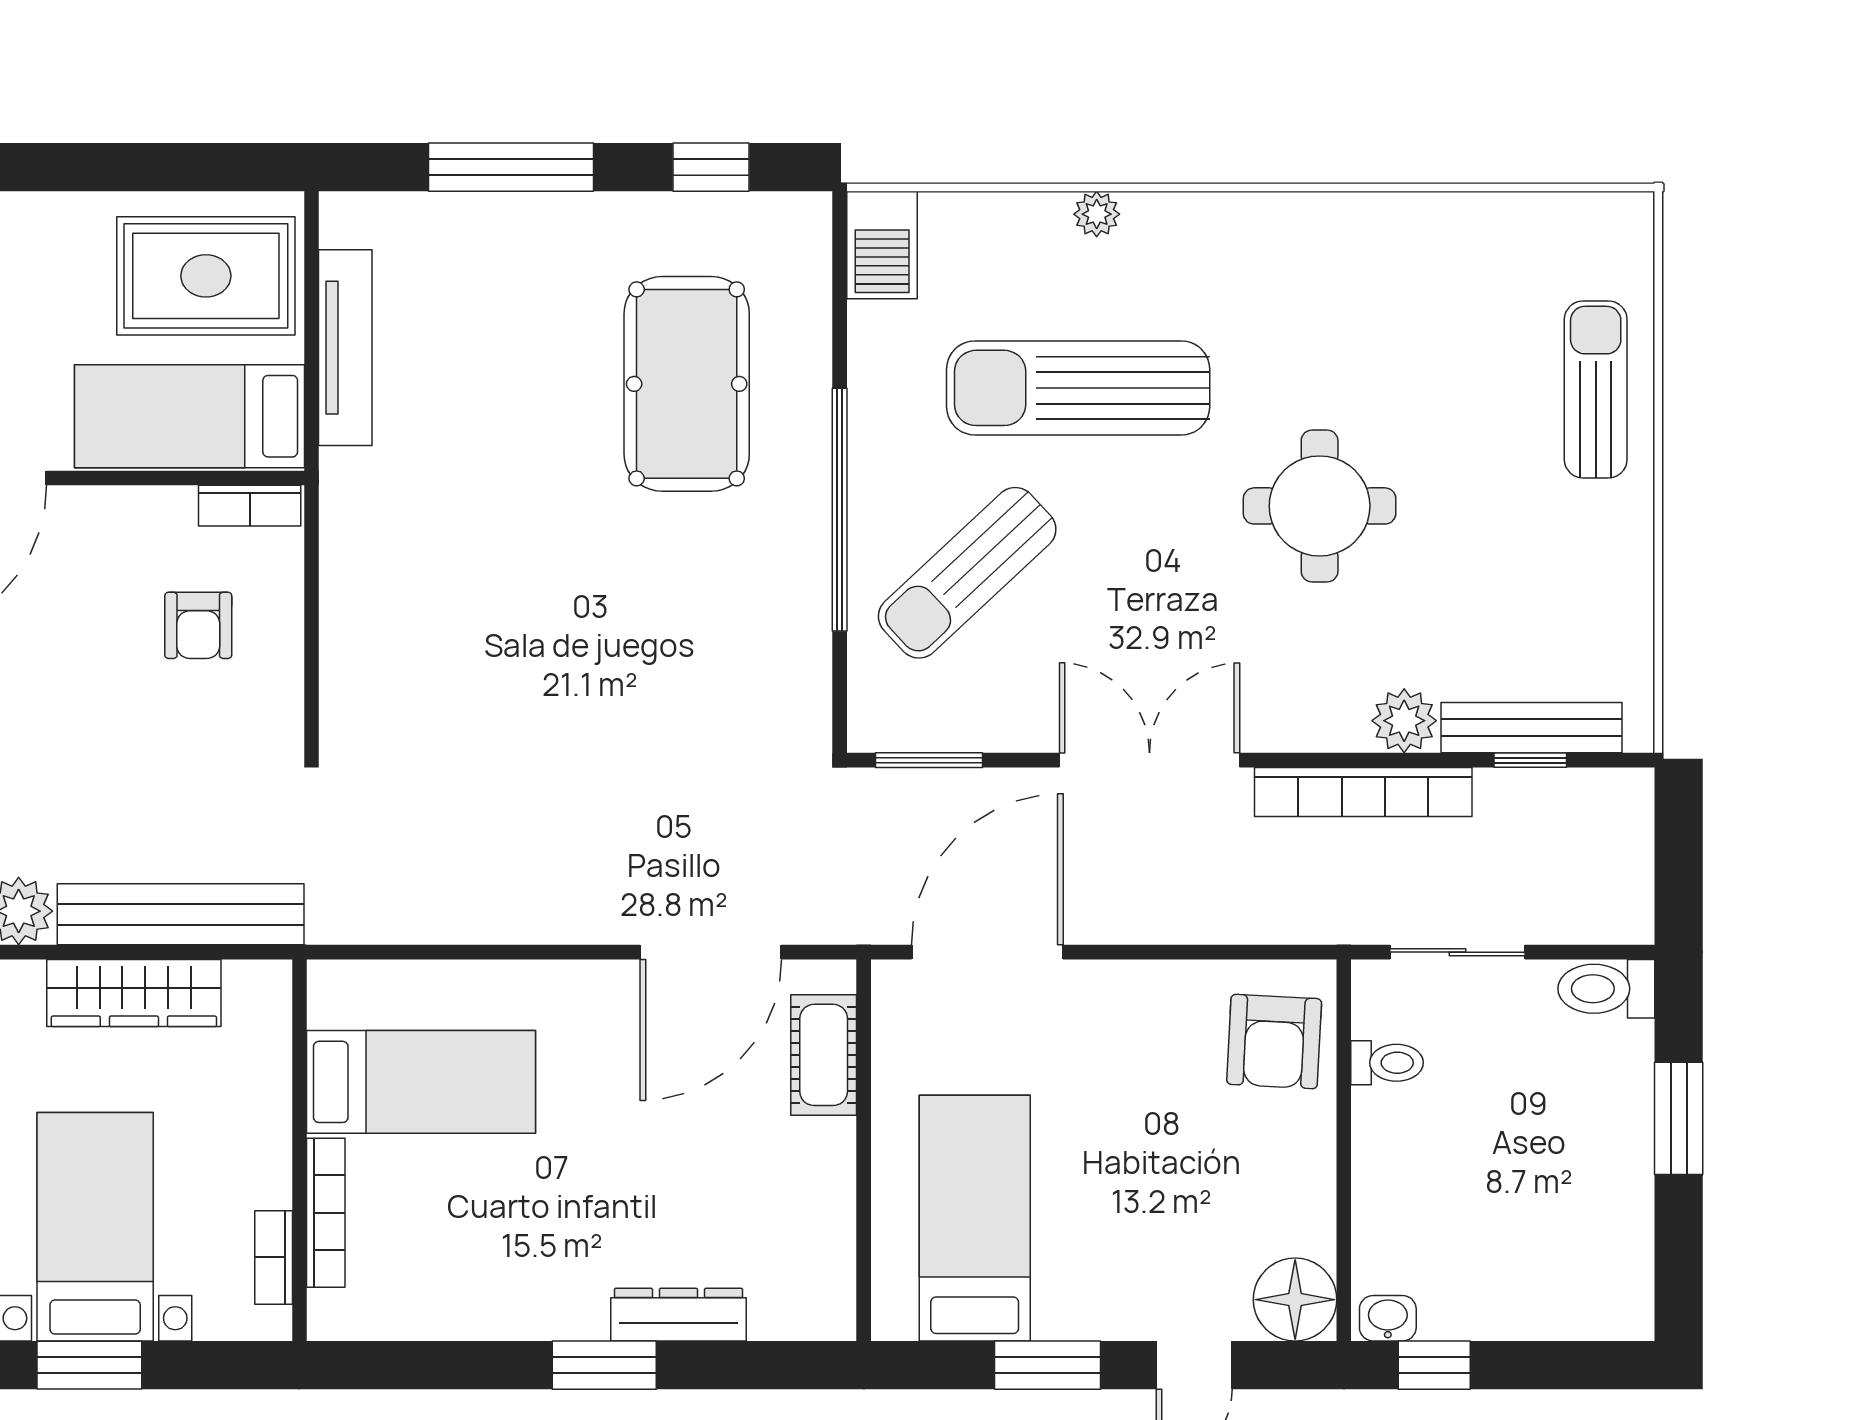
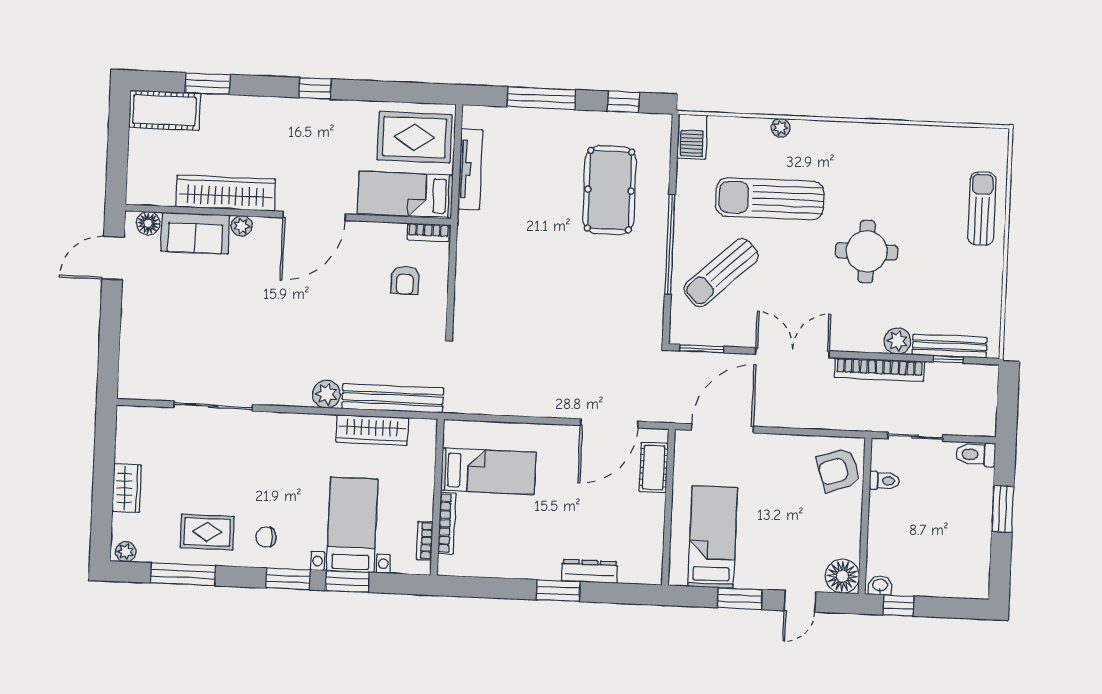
armchair: (1274, 1042) -> (838, 470), turned 69

